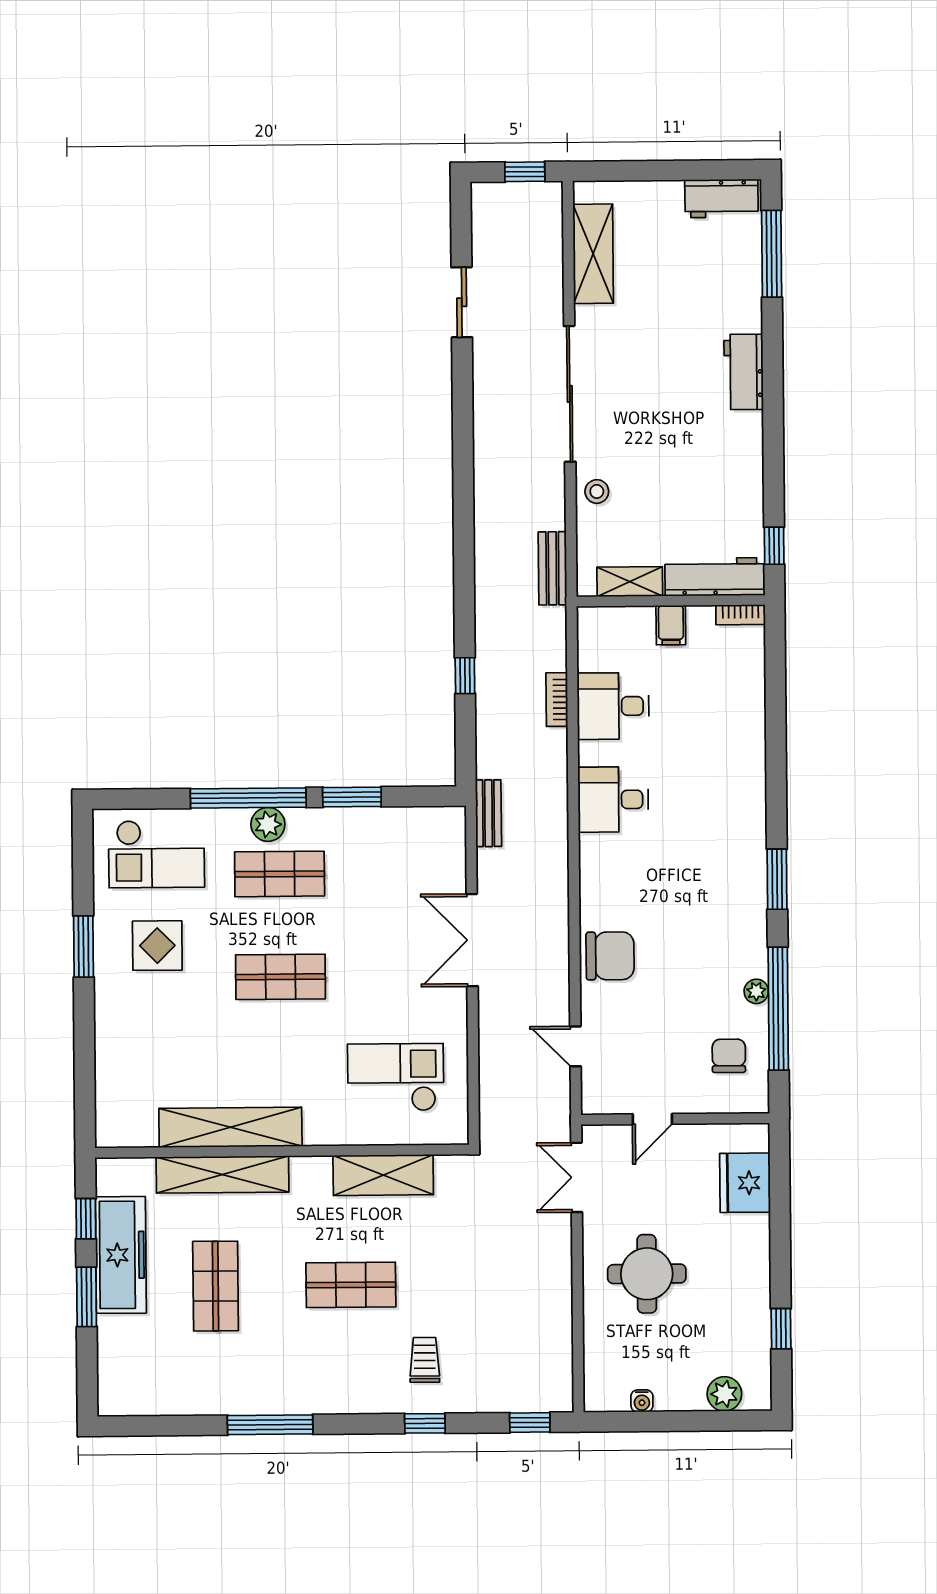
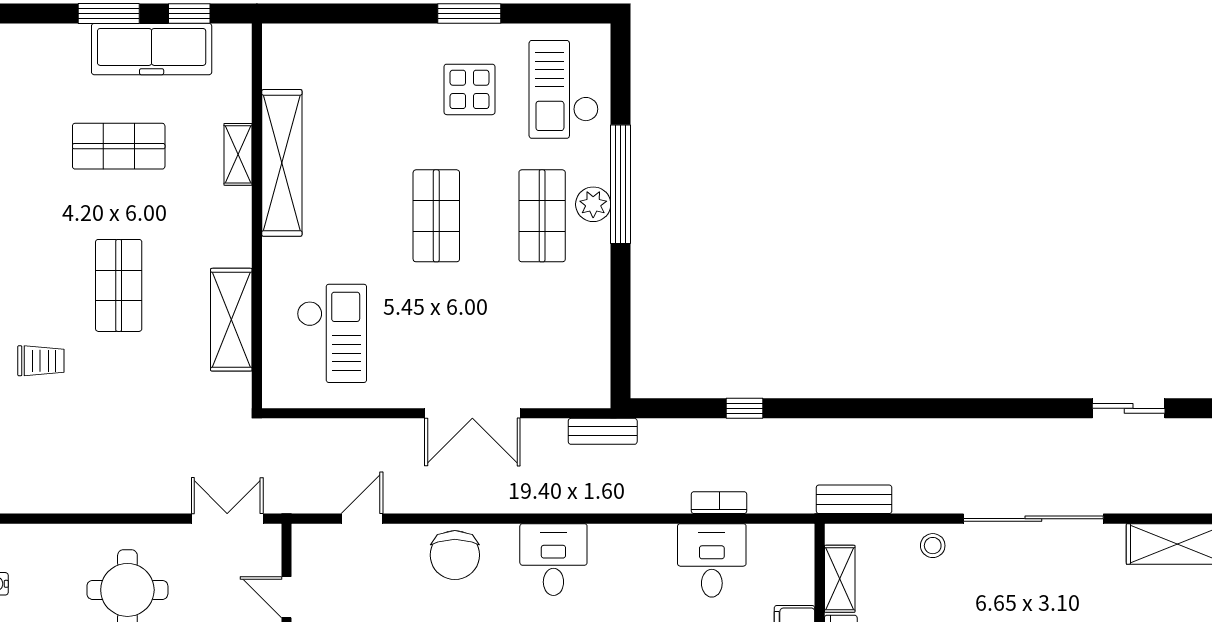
window: (352, 797) -> (621, 291), removed
desk: (613, 800) -> (553, 560), moved
double door: (472, 940) -> (472, 413), swing flipped
shelving: (222, 1175) -> (238, 154), width x0.45, depth x0.75

